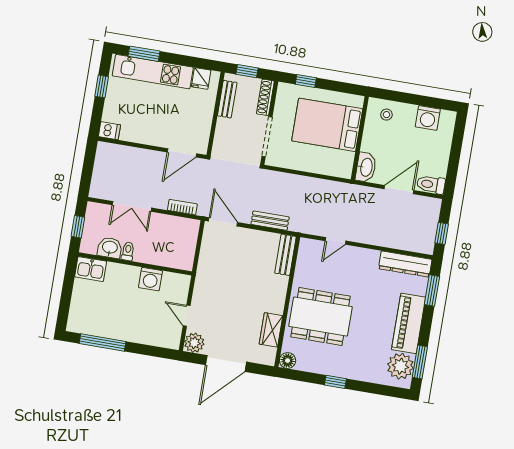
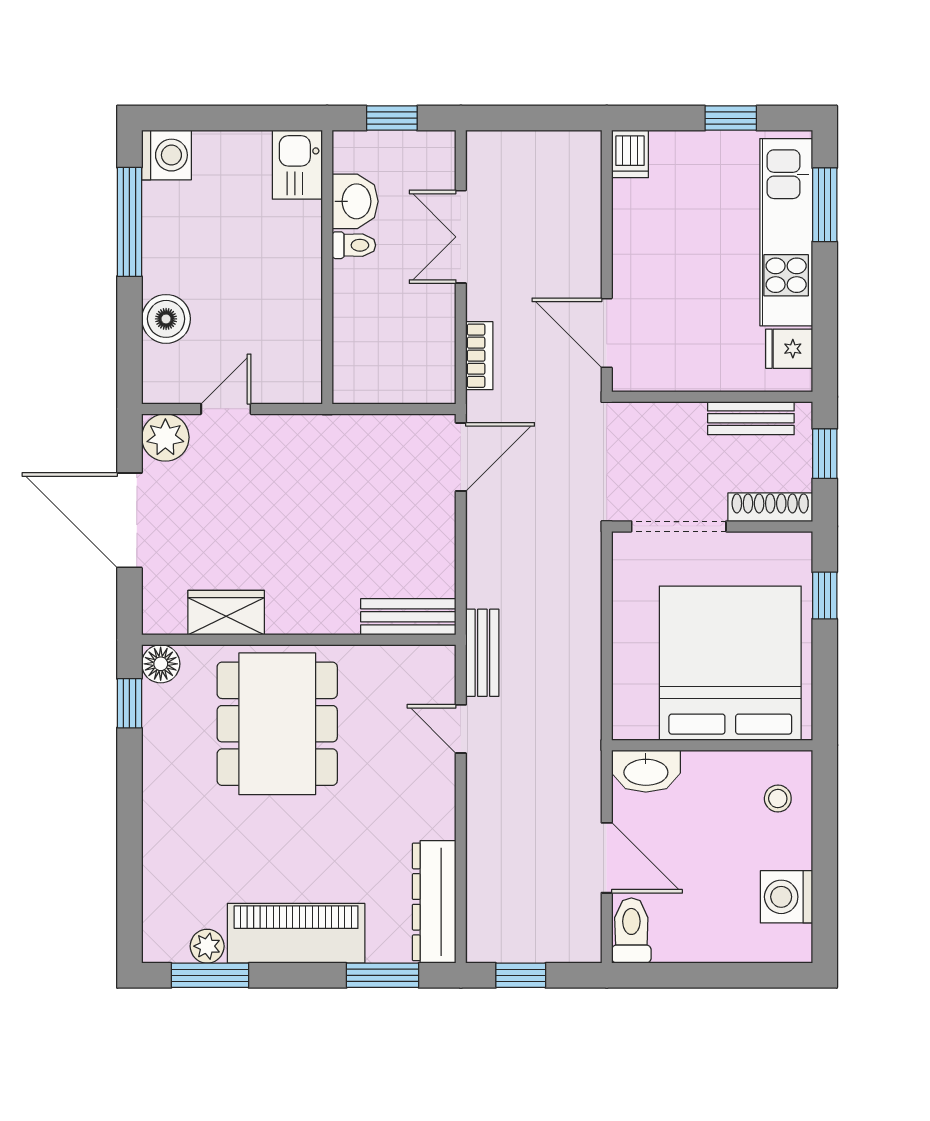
bed: (327, 125) -> (730, 663), width x1.36
bench: (270, 221) -> (482, 653), moved
washing machine: (150, 279) -> (166, 155), moved, turned 180
boiler: (145, 334) -> (166, 319), added
plant: (400, 366) -> (207, 946), width x0.53, depth x0.53
window: (335, 382) -> (129, 703), moved

